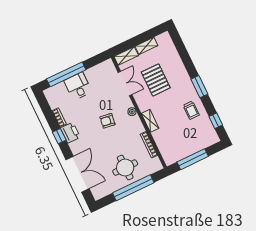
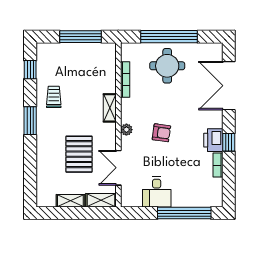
desk: (78, 86) -> (157, 192), moved

